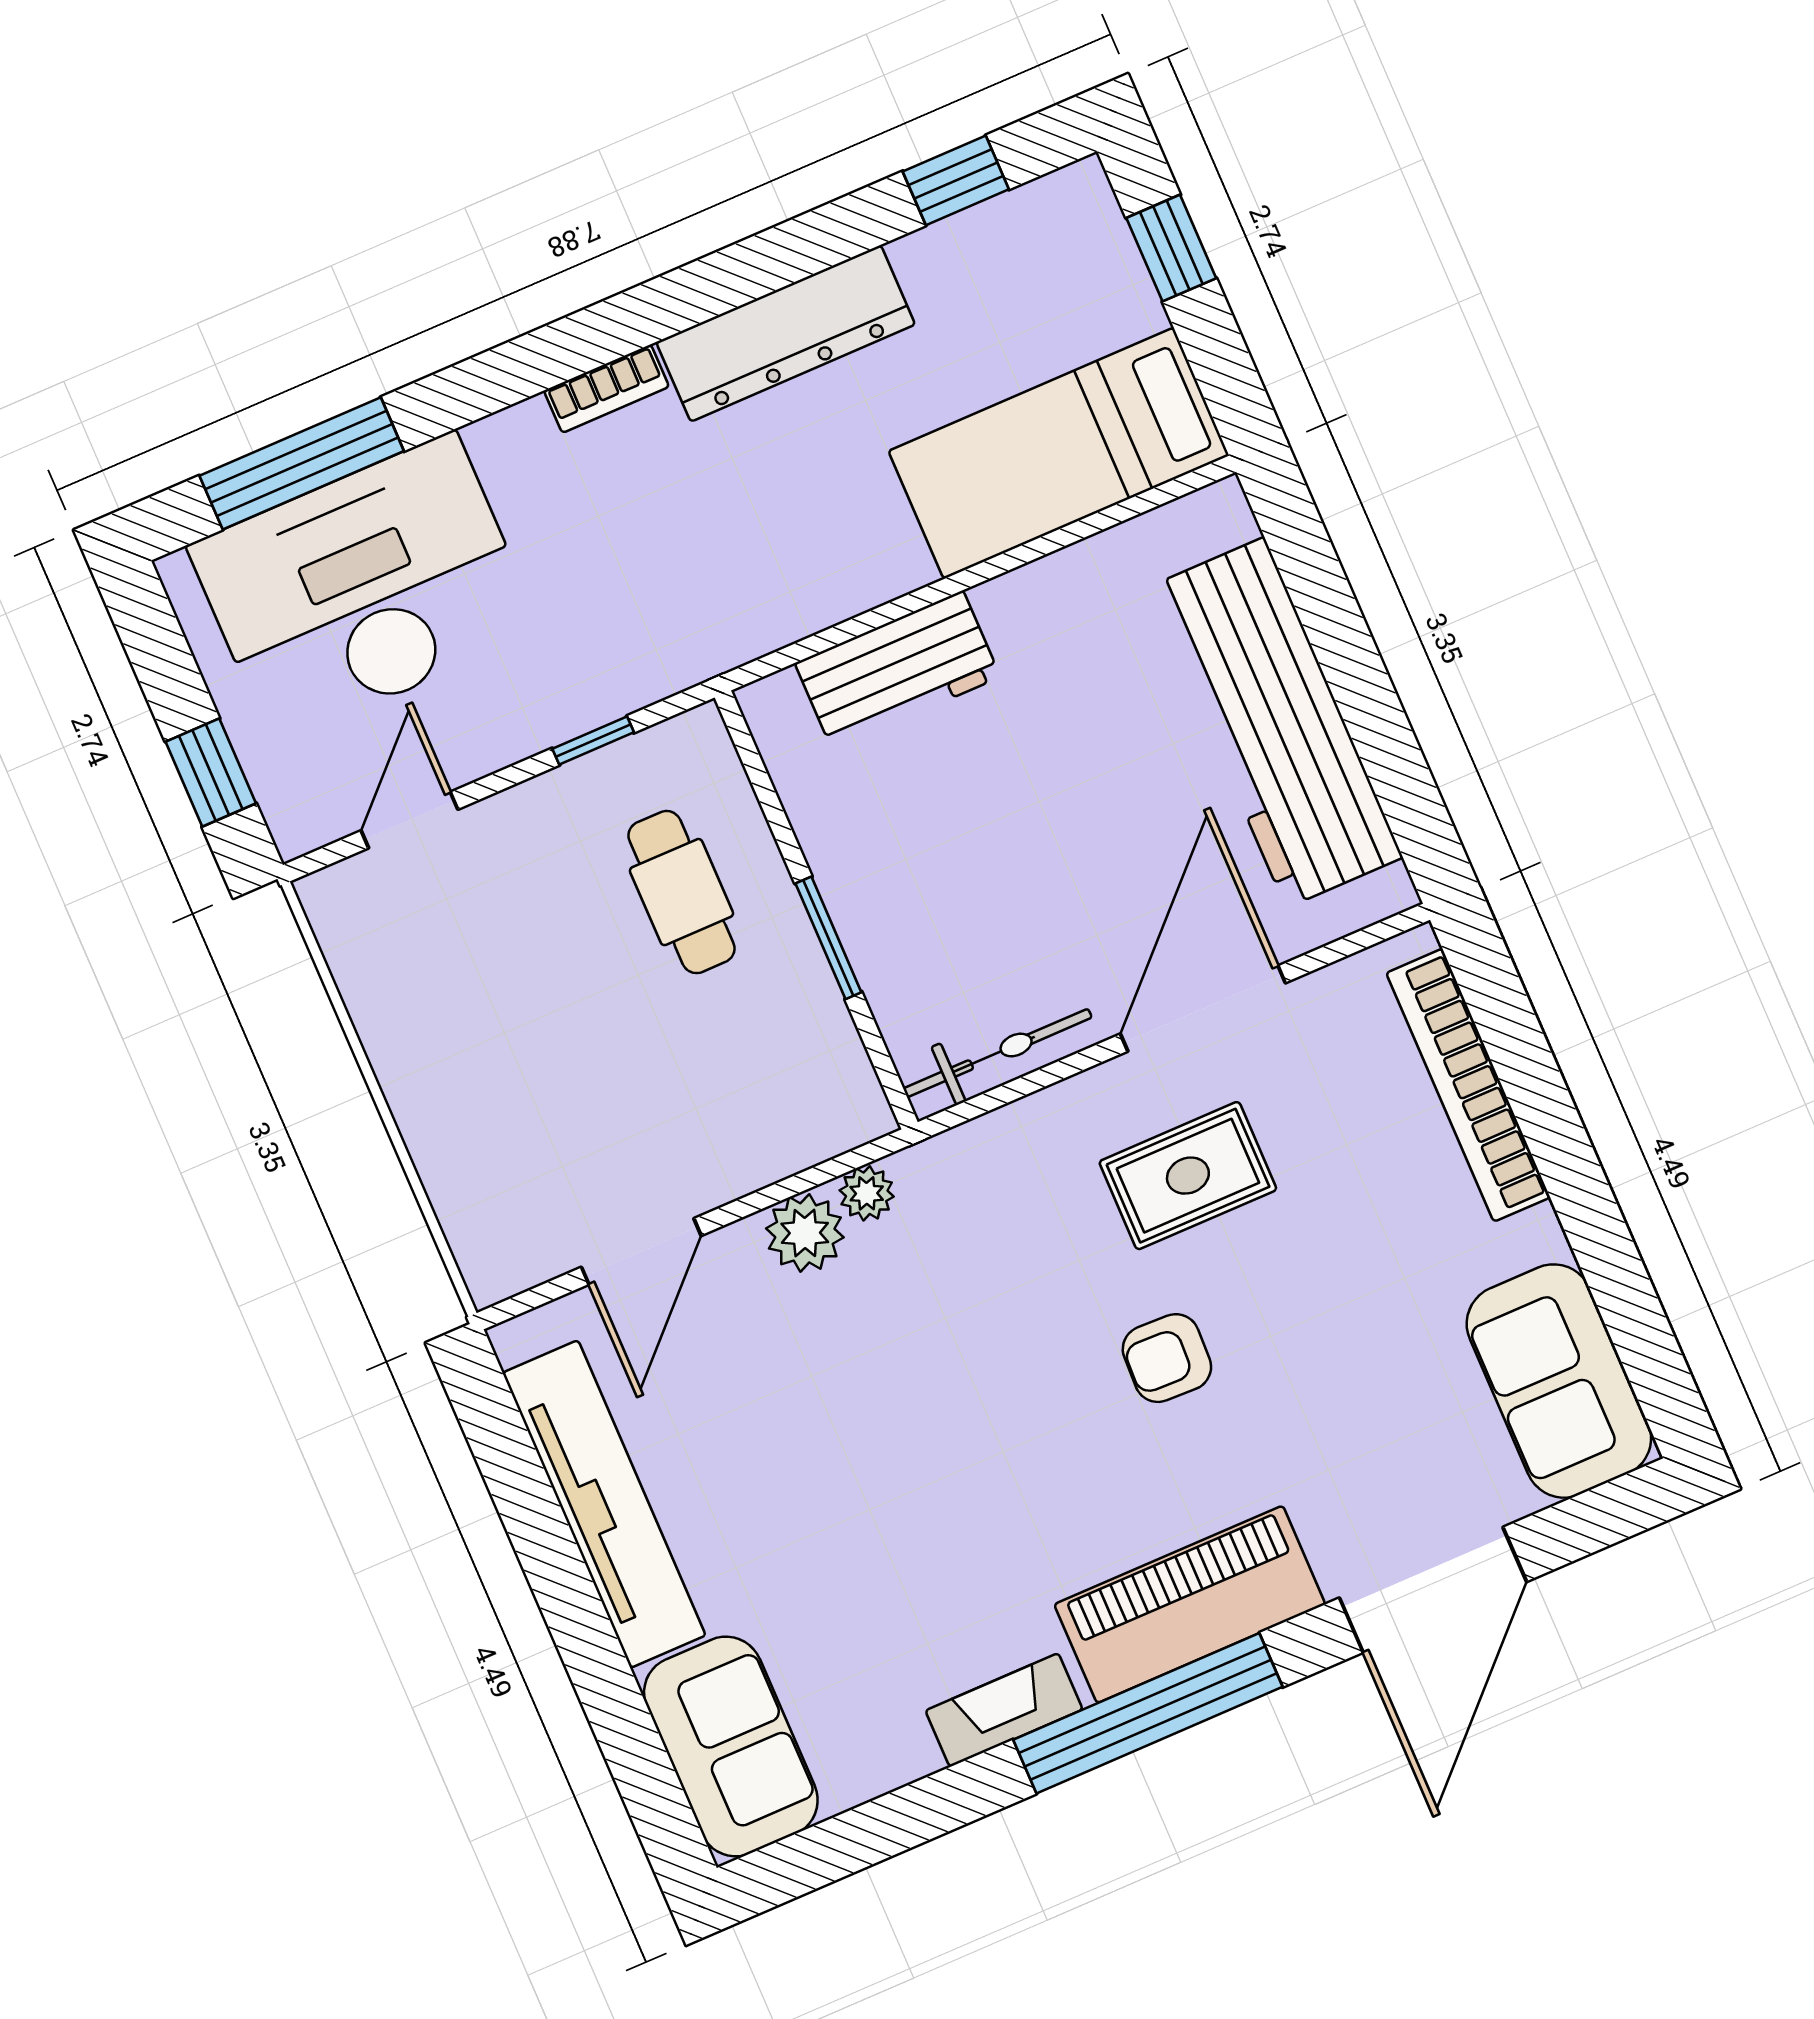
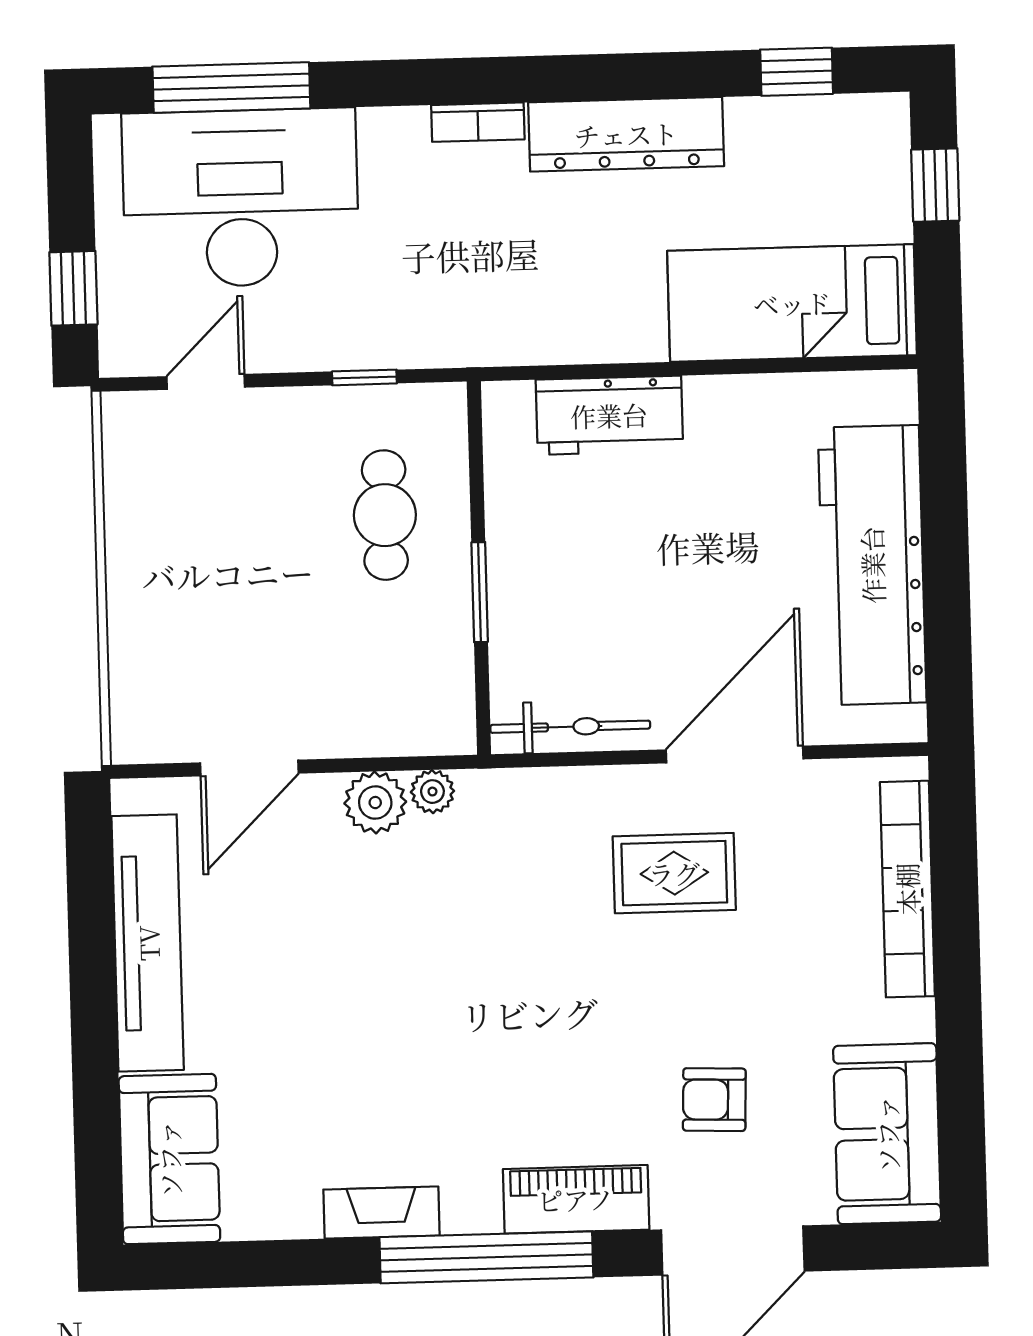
armchair: (1167, 1358) -> (714, 1100), moved
piano: (1190, 1604) -> (576, 1199), width x0.73, depth x0.75

